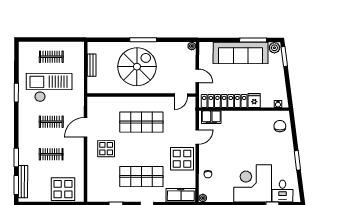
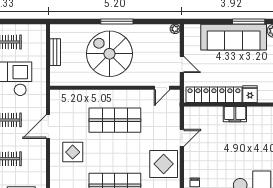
spiral stairs: (137, 67) -> (109, 54), turned -90
filing cabinet: (211, 117) -> (235, 114), moved

